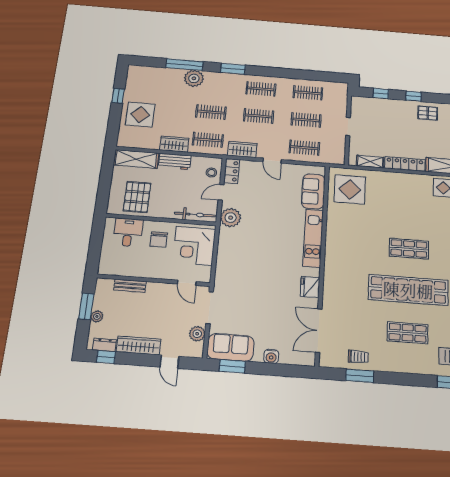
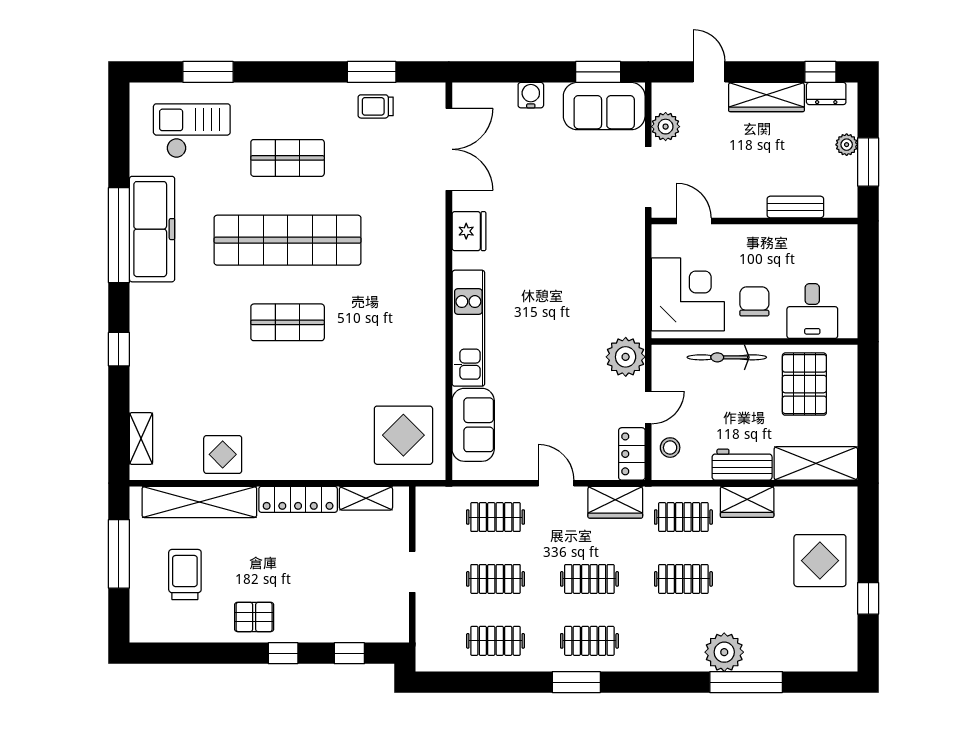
window: (233, 69) -> (576, 682), moved
bicycle: (196, 215) -> (727, 357), moved

